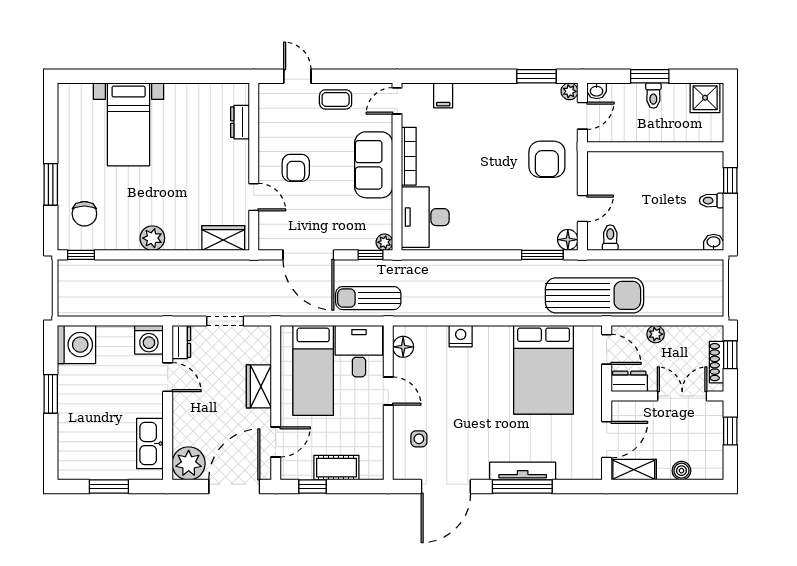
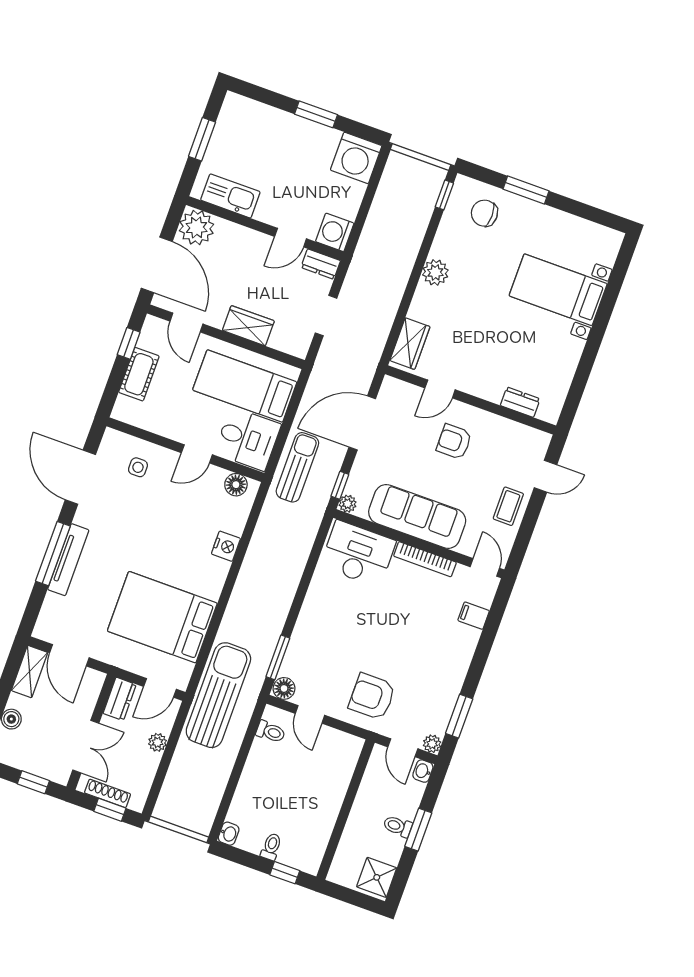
sofa: (374, 165) -> (417, 516), width x1.36
sun lounger: (594, 295) -> (218, 695), turned 180

